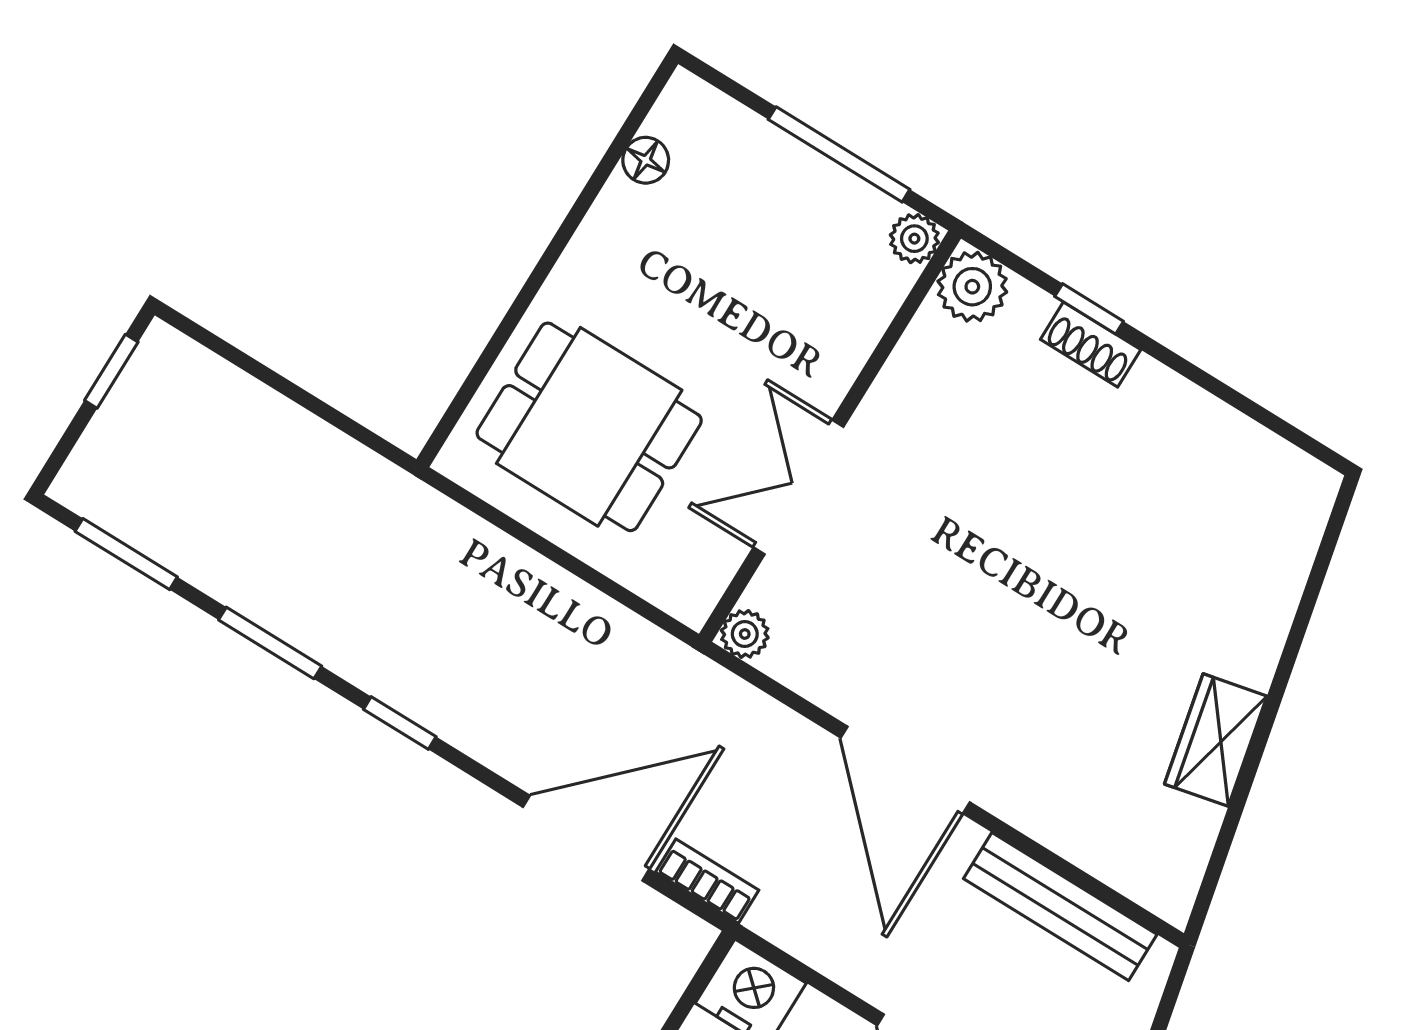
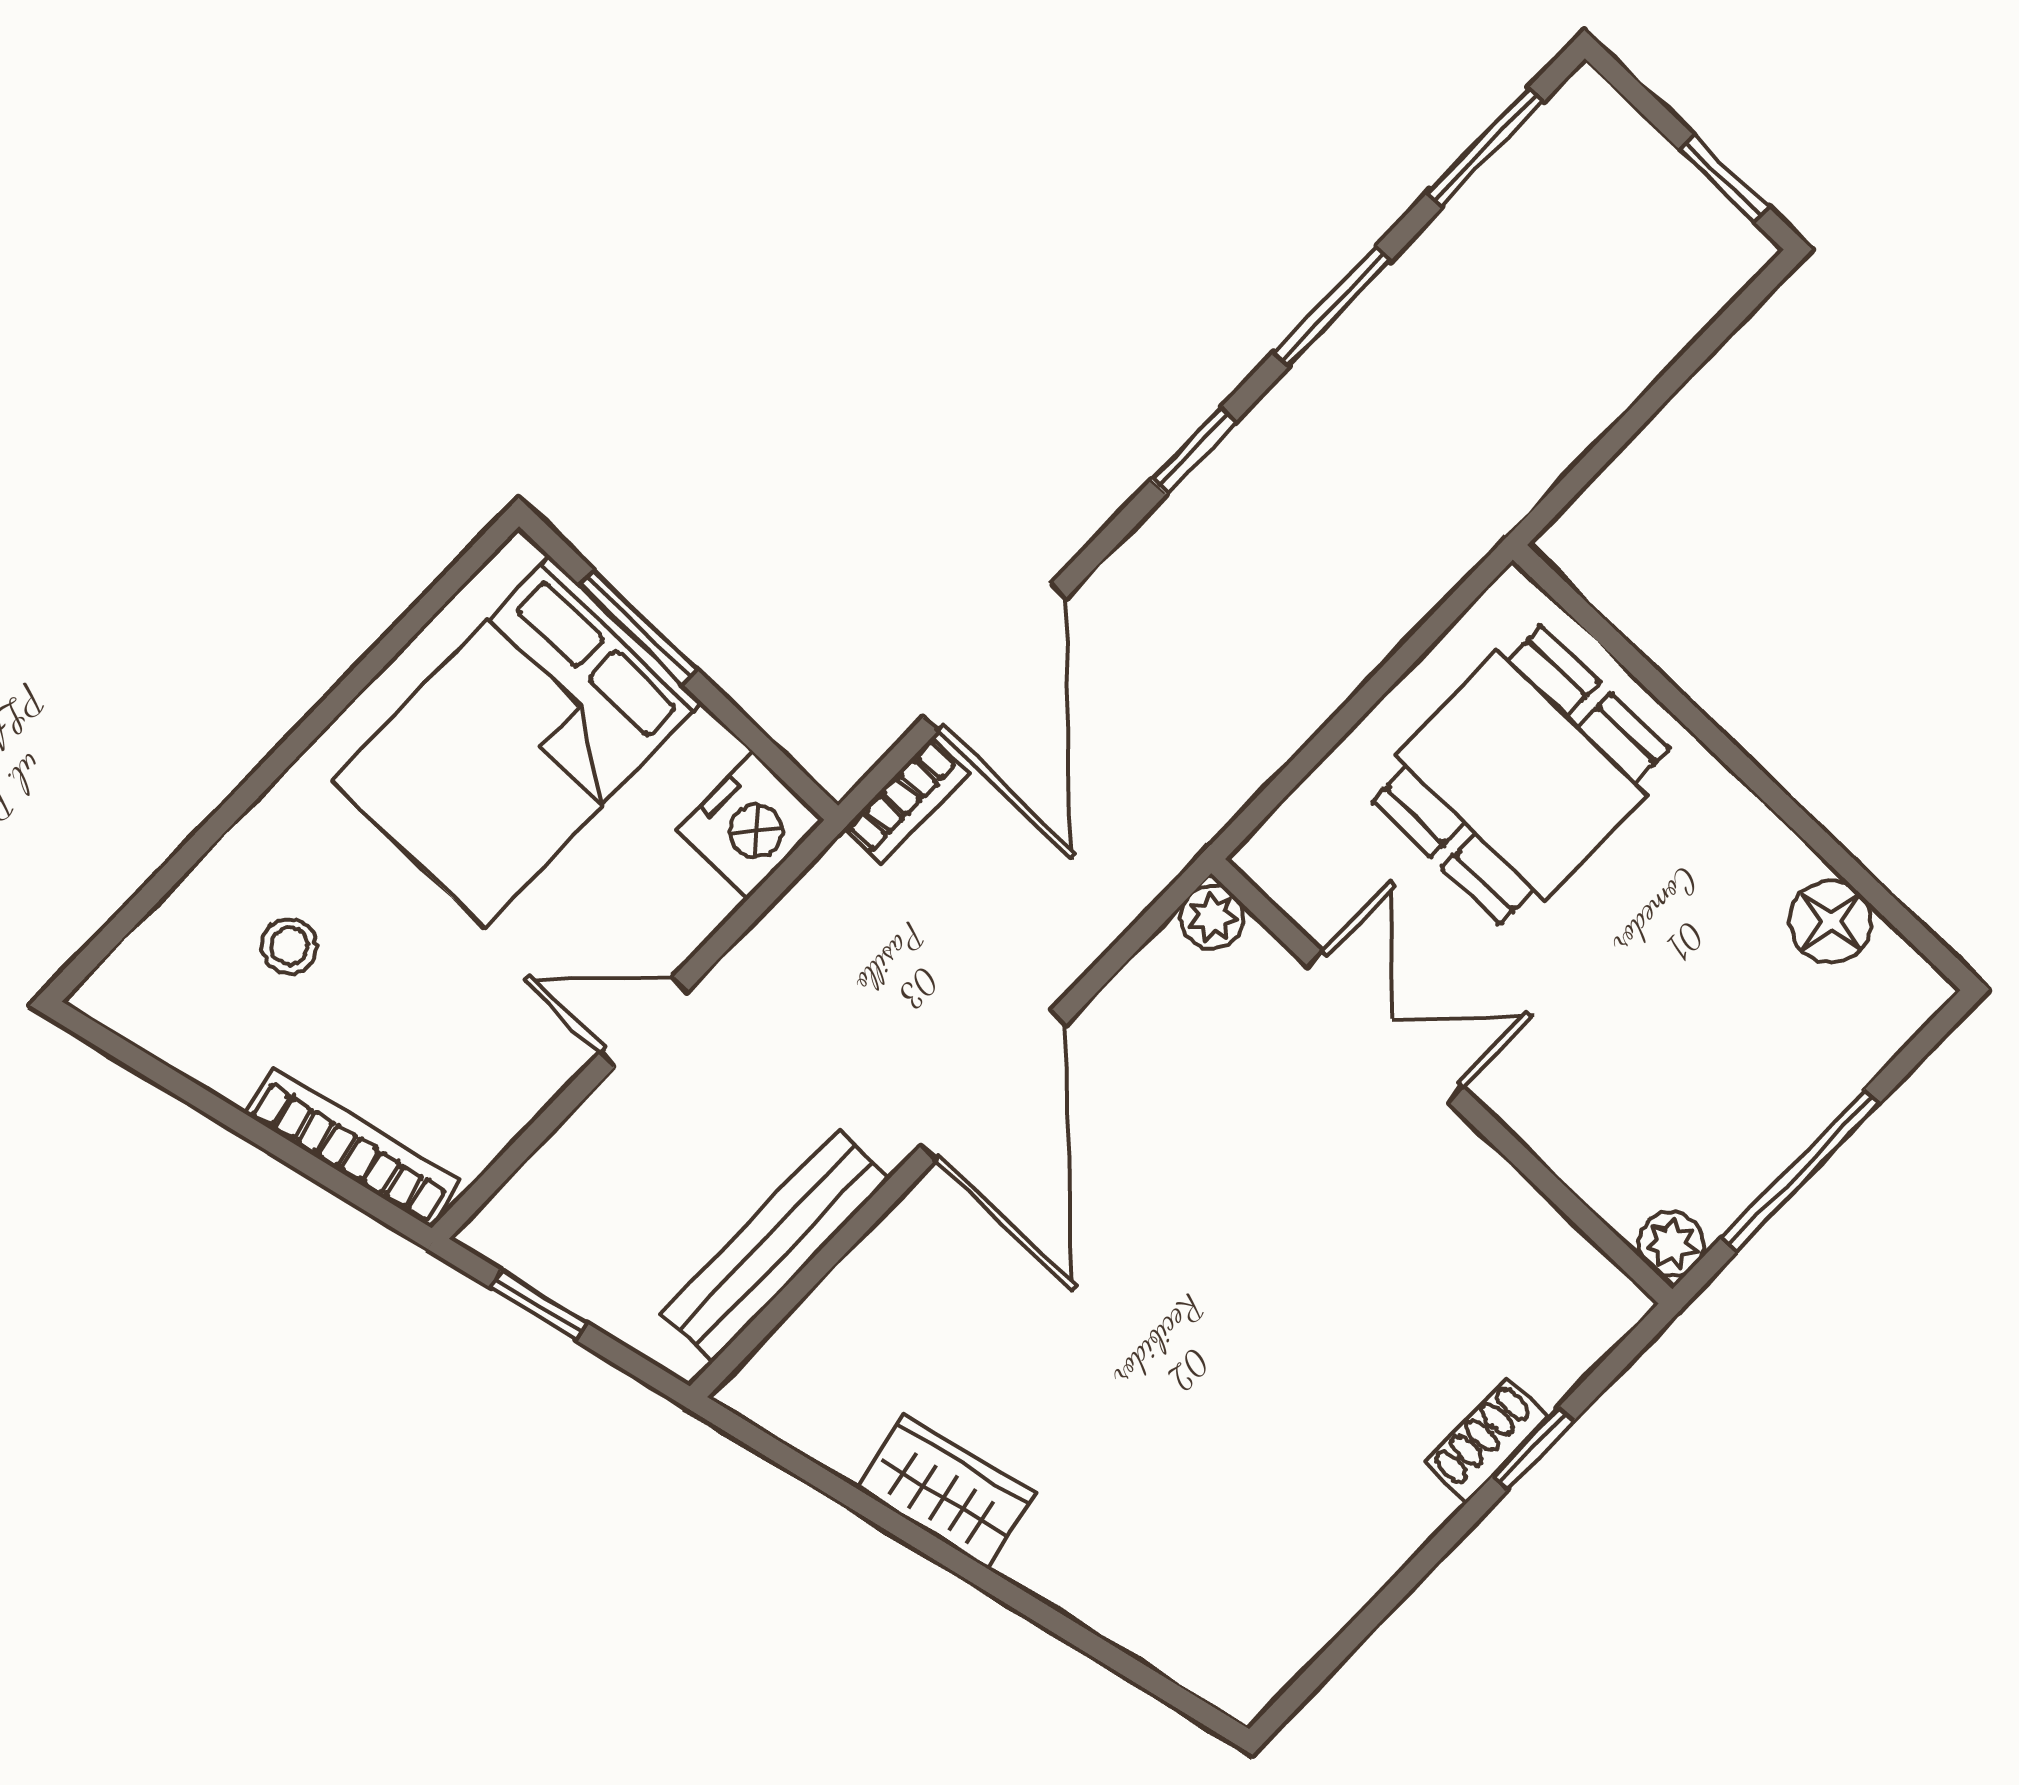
floor lamp: (646, 160) -> (1831, 922), width x1.37, depth x1.37
plant: (972, 287) -> (1594, 1305), removed
door: (905, 770) -> (993, 1085), swing flipped

